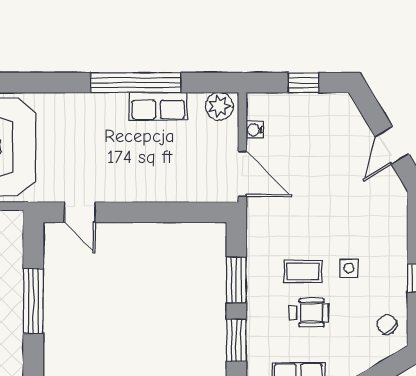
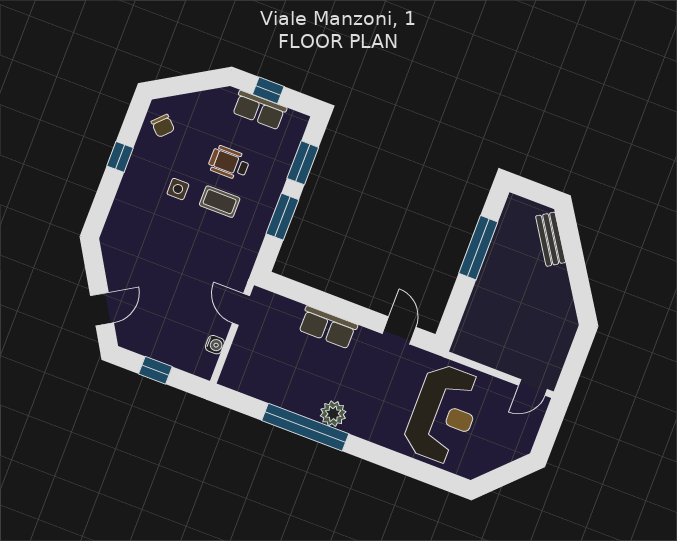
row of seats: (158, 106) -> (328, 327), moved, turned 180
plant: (219, 106) -> (333, 414), moved
door: (392, 145) -> (102, 309), moved
door: (242, 174) -> (241, 309), width x0.73
window: (33, 301) -> (478, 248), moved

